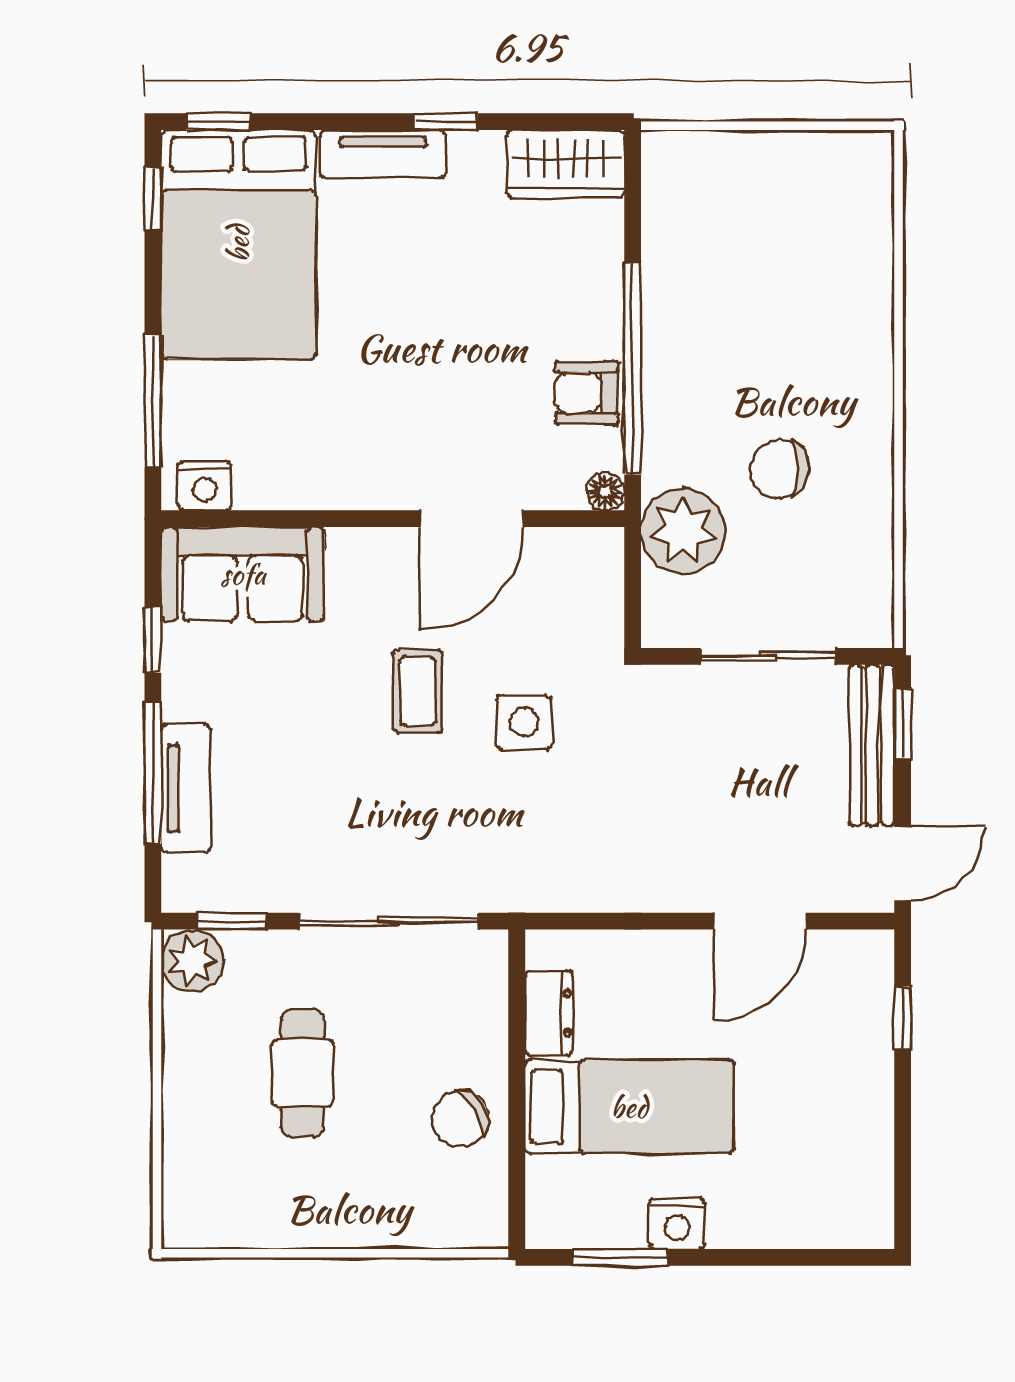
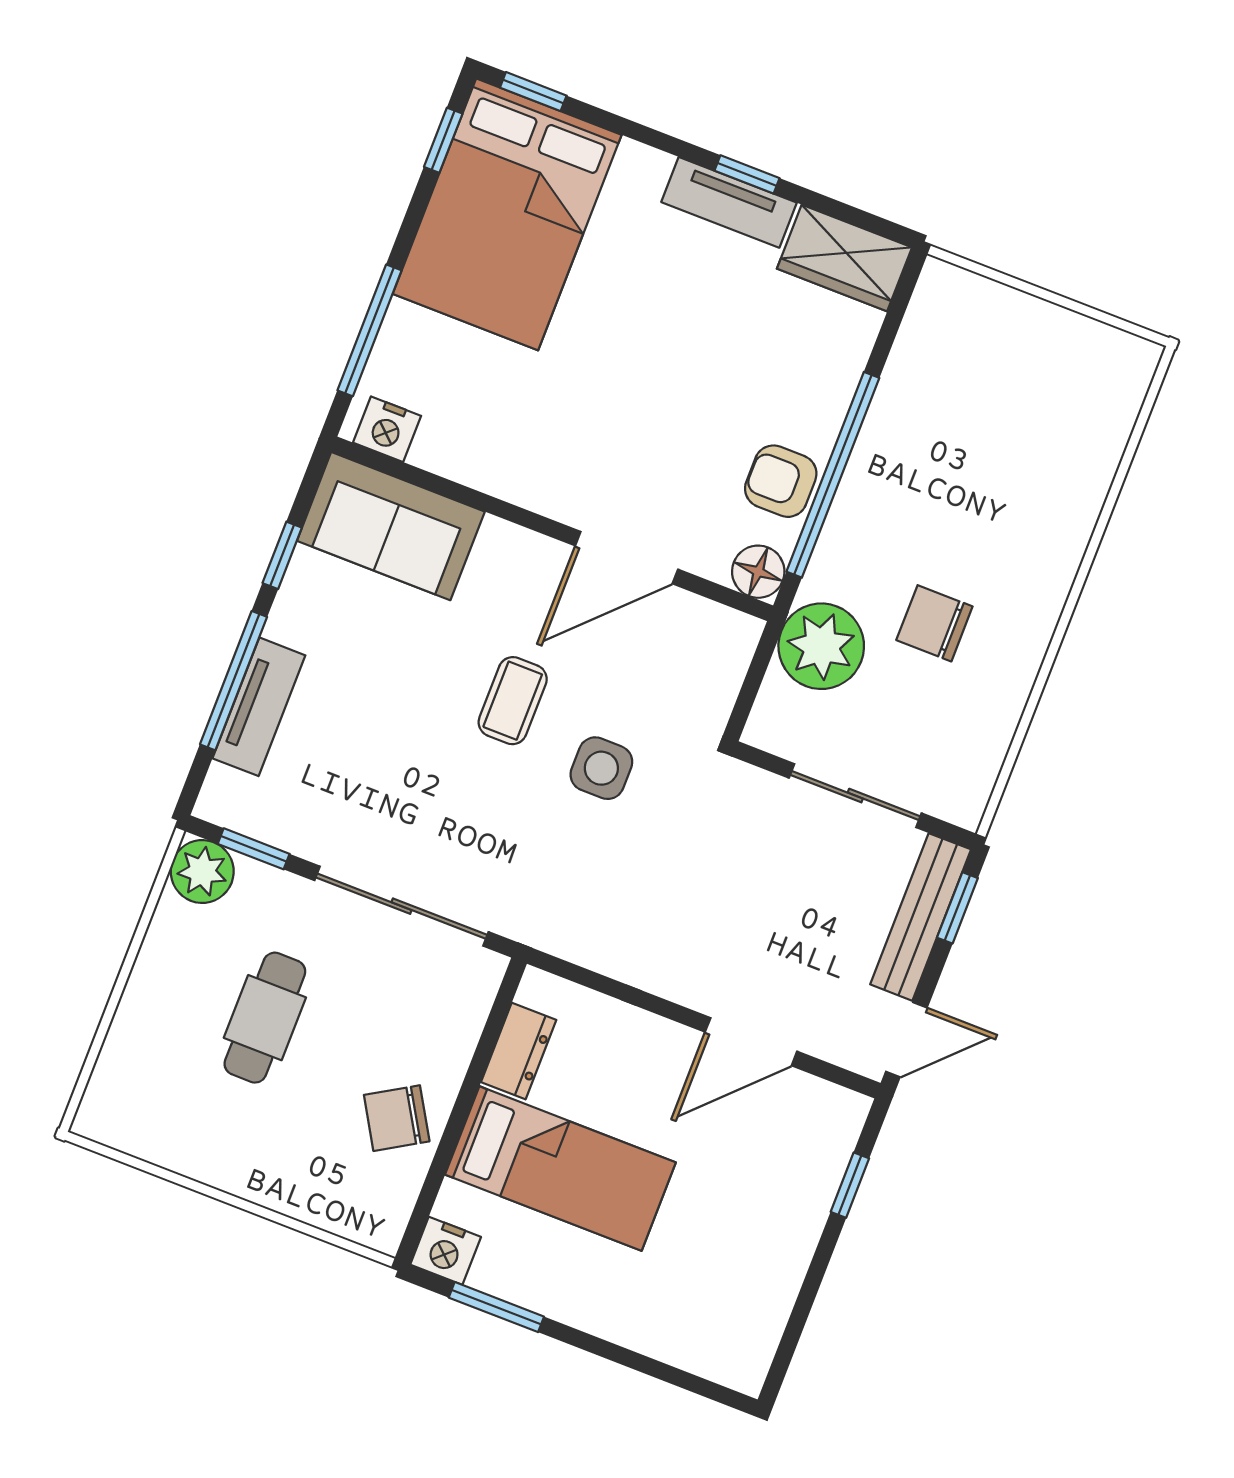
tv unit: (383, 154) -> (729, 202), moved
floor lamp: (605, 491) -> (758, 572), width x1.37, depth x1.37
nightstand: (677, 1224) -> (446, 1251), moved

